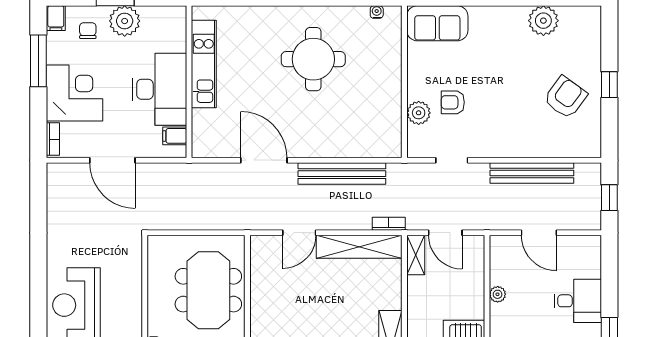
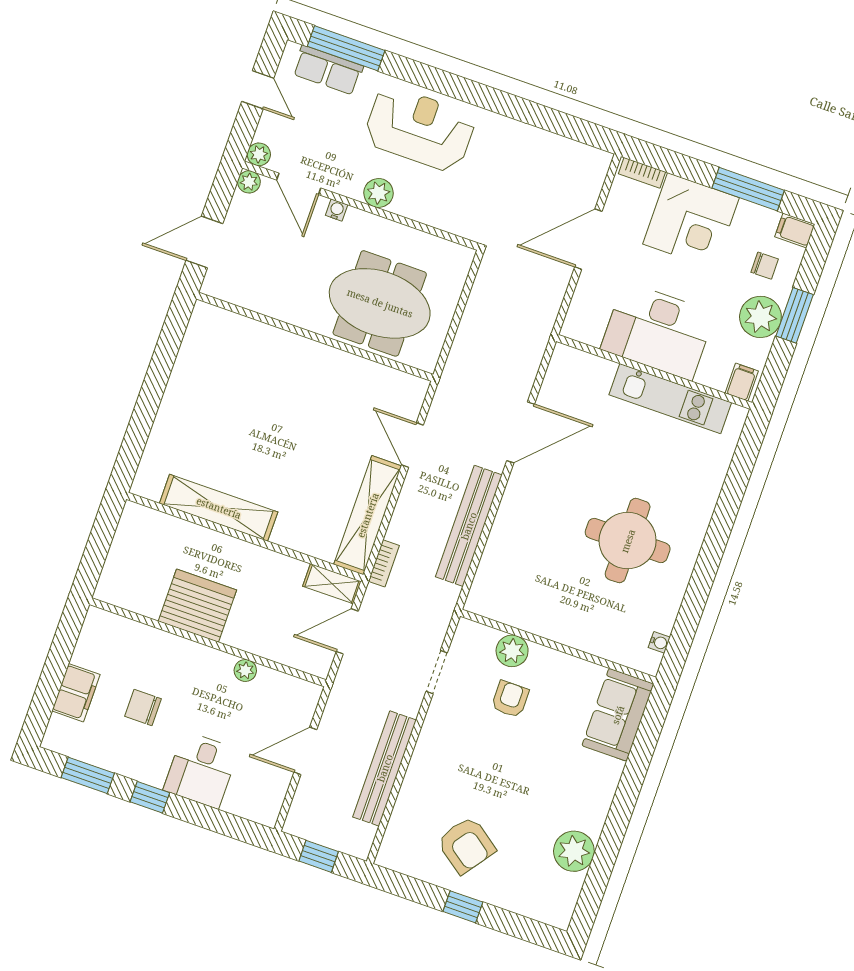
filing cabinet: (175, 136) -> (742, 382), moved
plant: (131, 318) -> (378, 193), added

